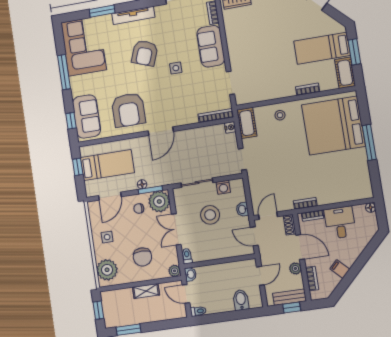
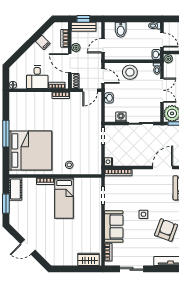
bed: (322, 48) -> (64, 198), moved, turned 90
cot: (247, 123) -> (95, 163), removed
stool: (210, 215) -> (130, 72), moved

